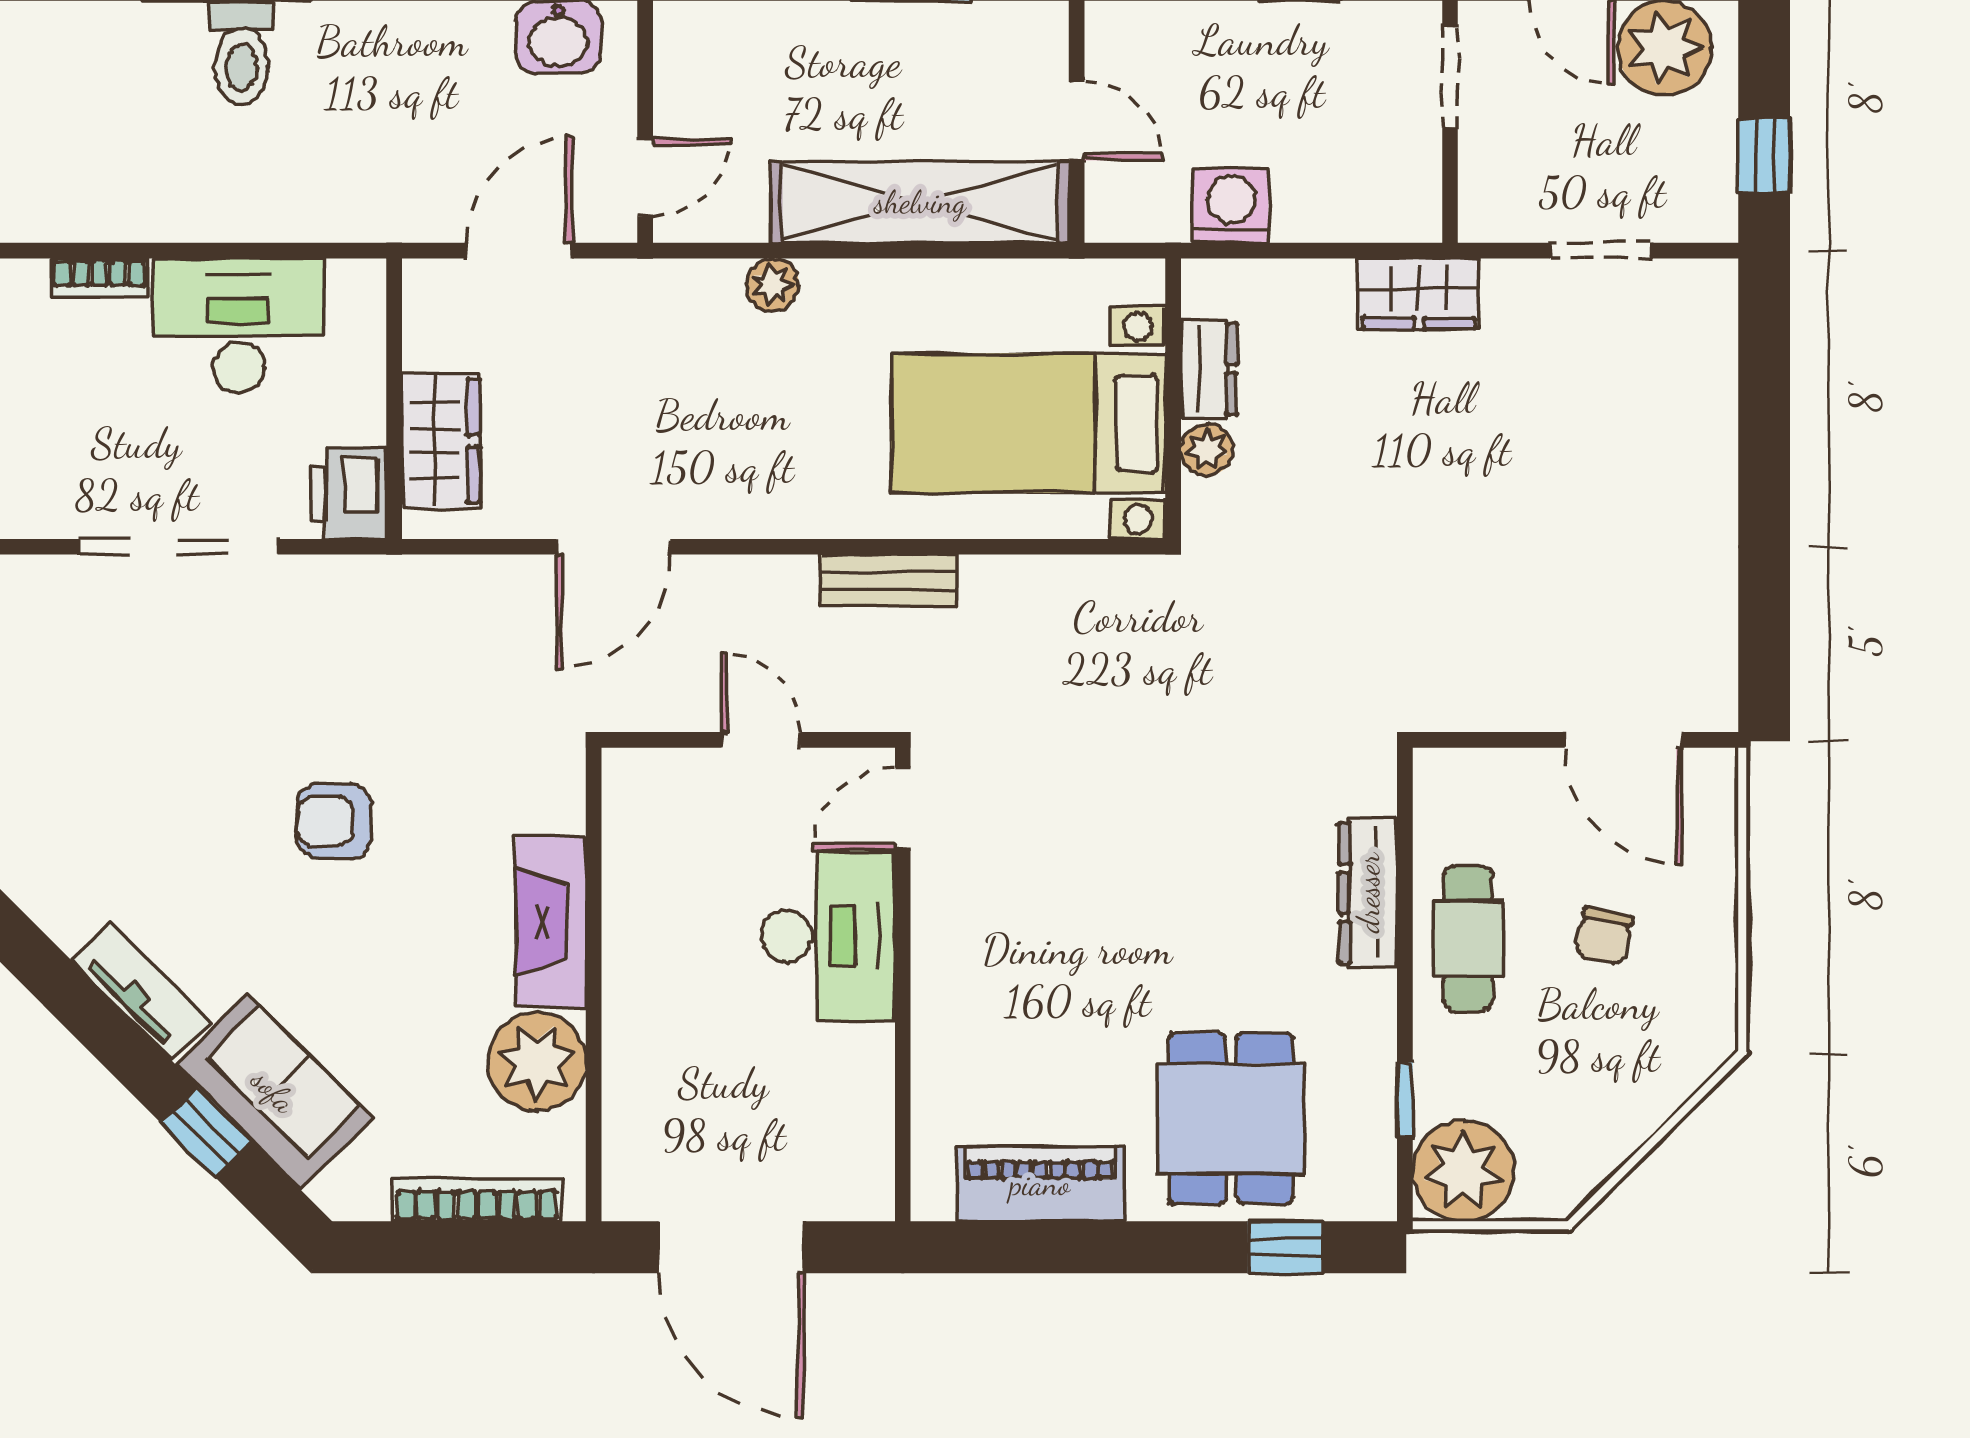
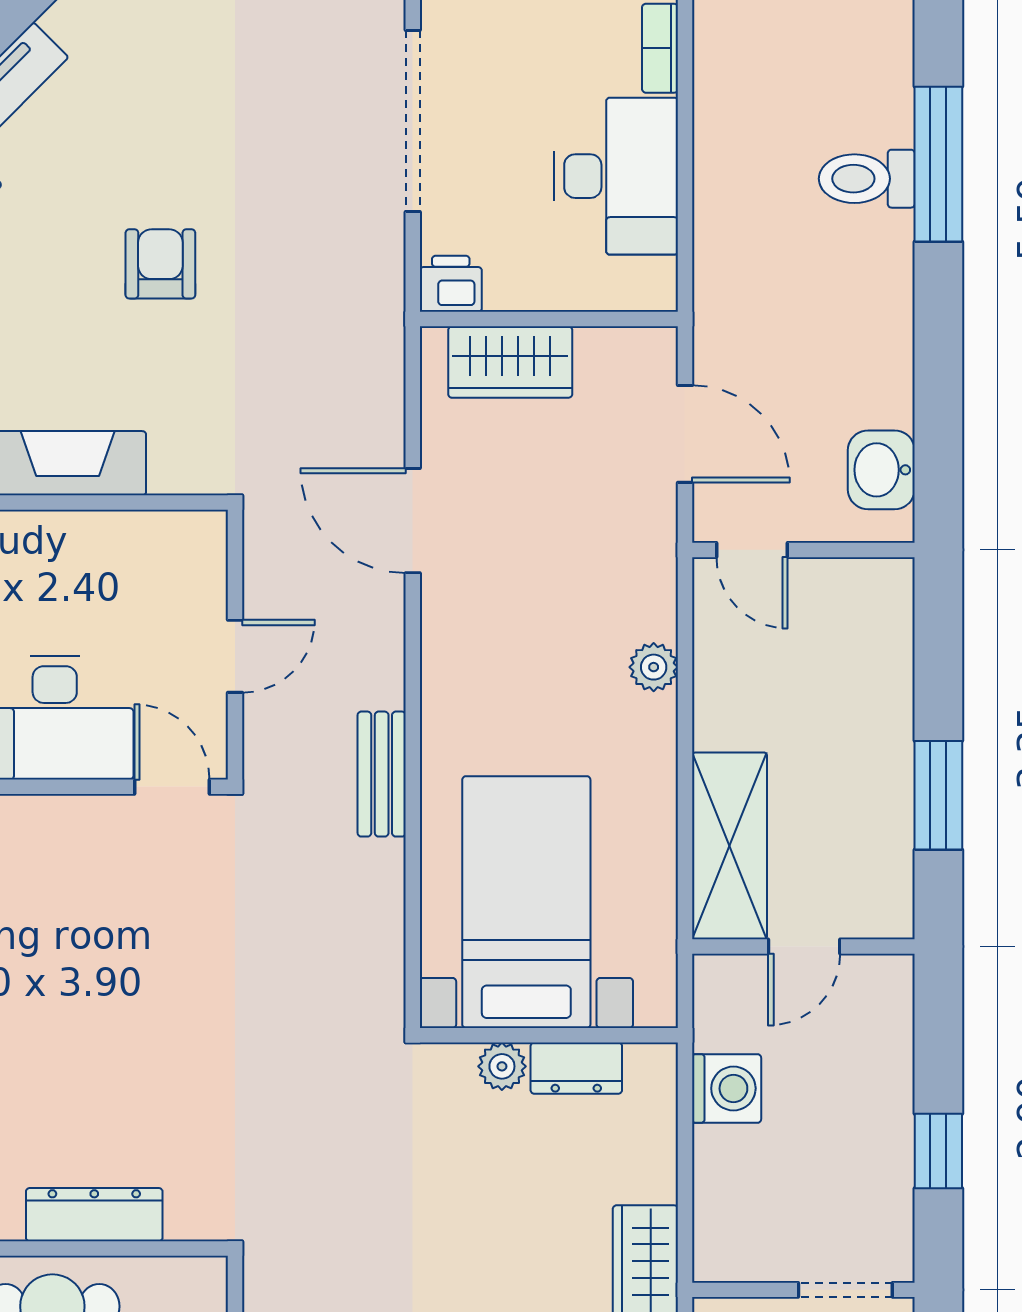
shelving: (920, 202) -> (730, 846), width x0.68
printer: (348, 493) -> (451, 284), width x0.73, depth x0.81

